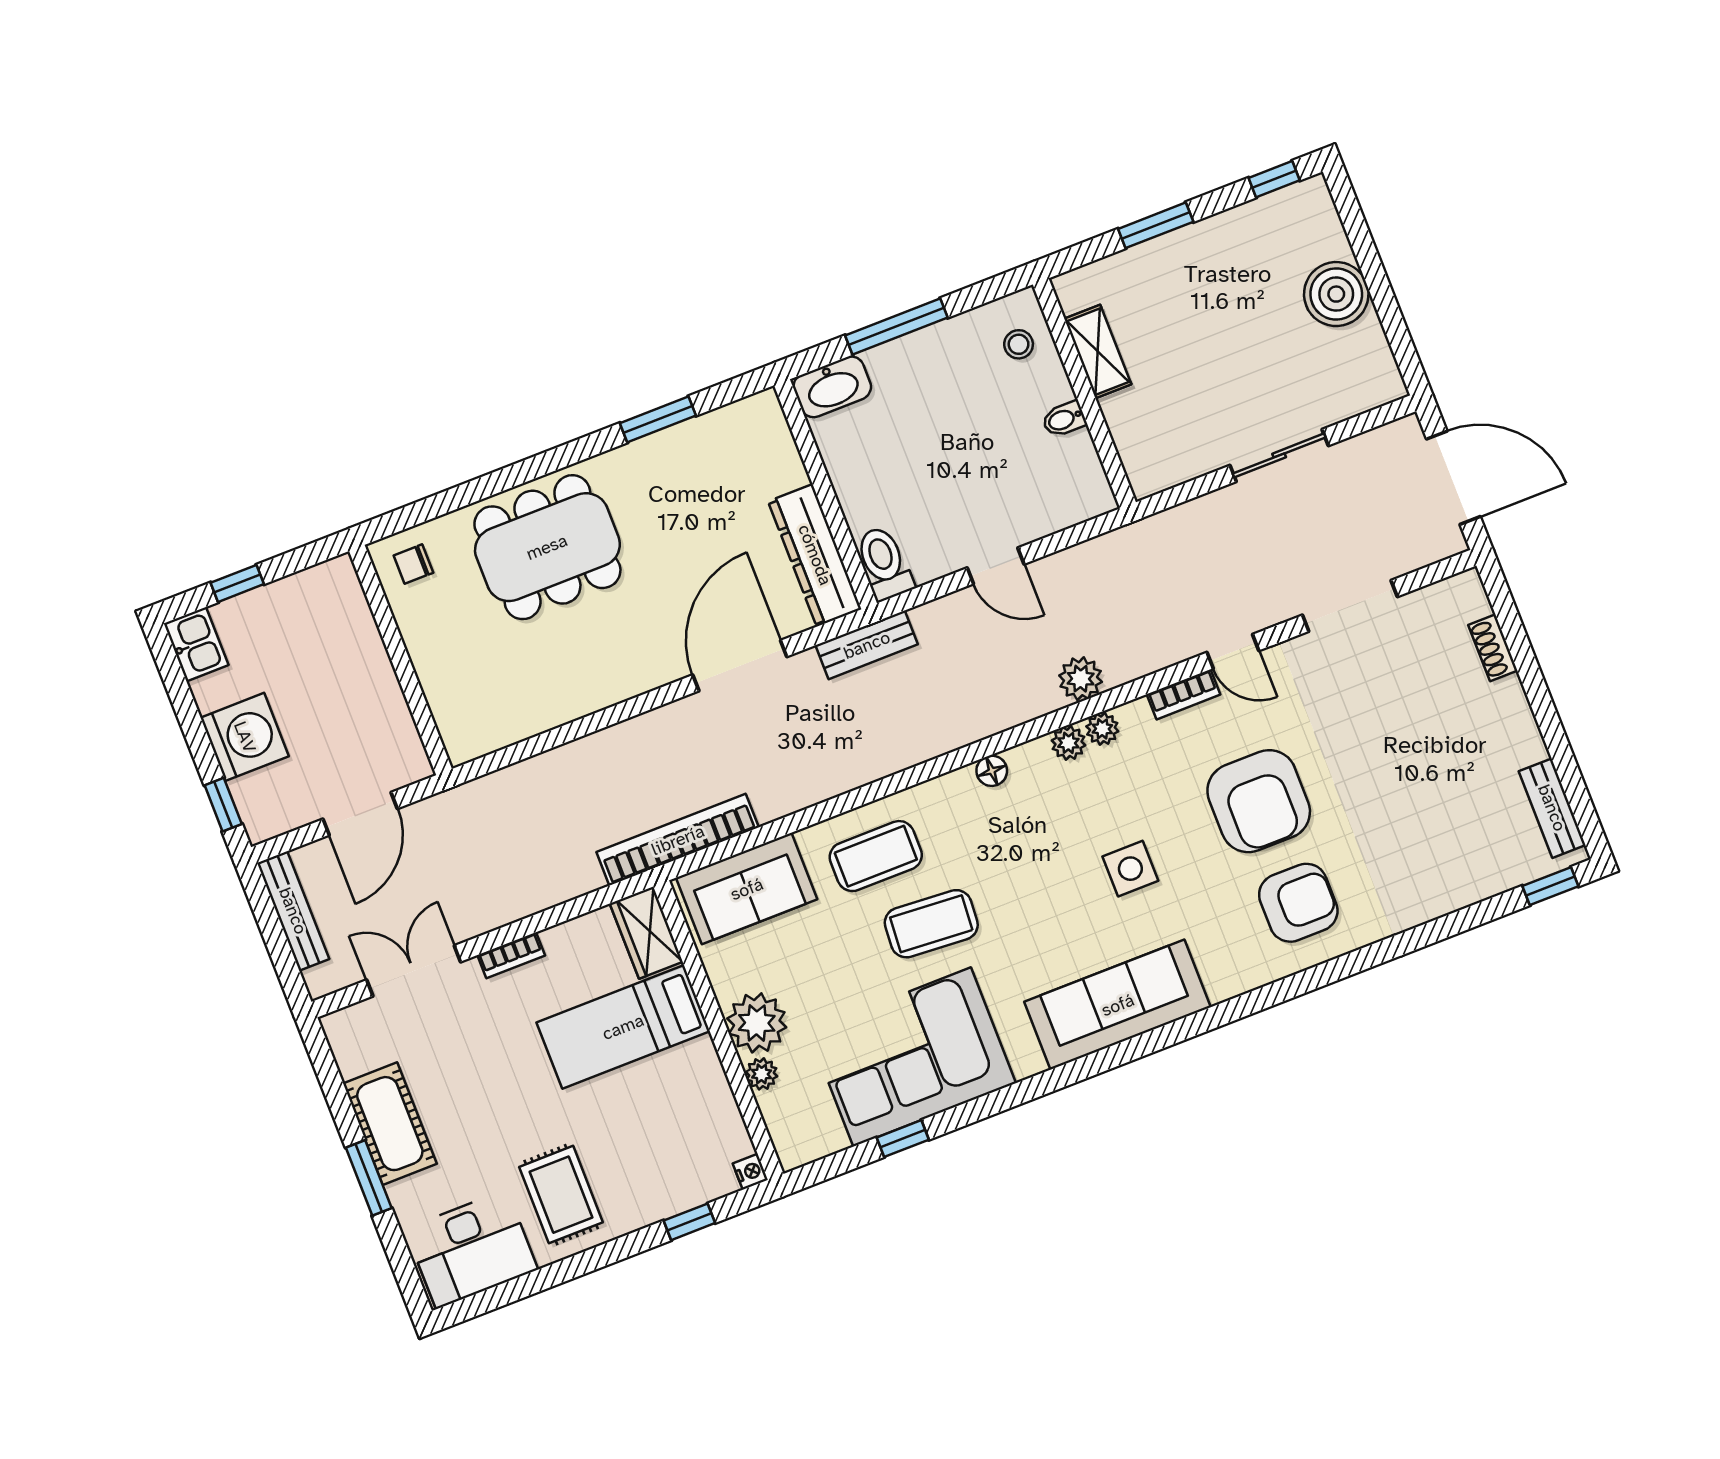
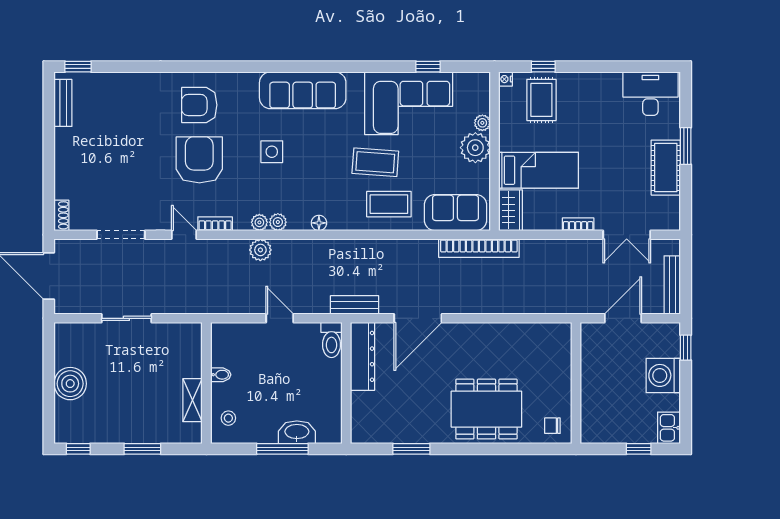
washbasin: (832, 387) -> (297, 432), moved
chair: (413, 564) -> (552, 426), turned 180
shoe rack: (1493, 648) -> (61, 215), moved
rug: (561, 1195) -> (541, 100), moved

